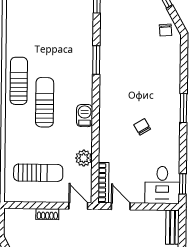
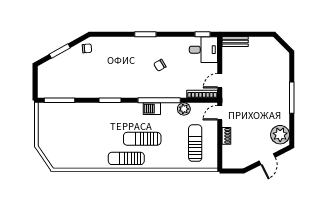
window: (96, 125) -> (159, 100), added

